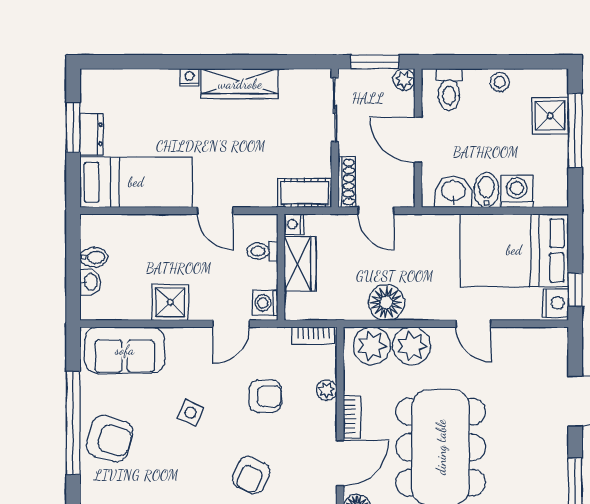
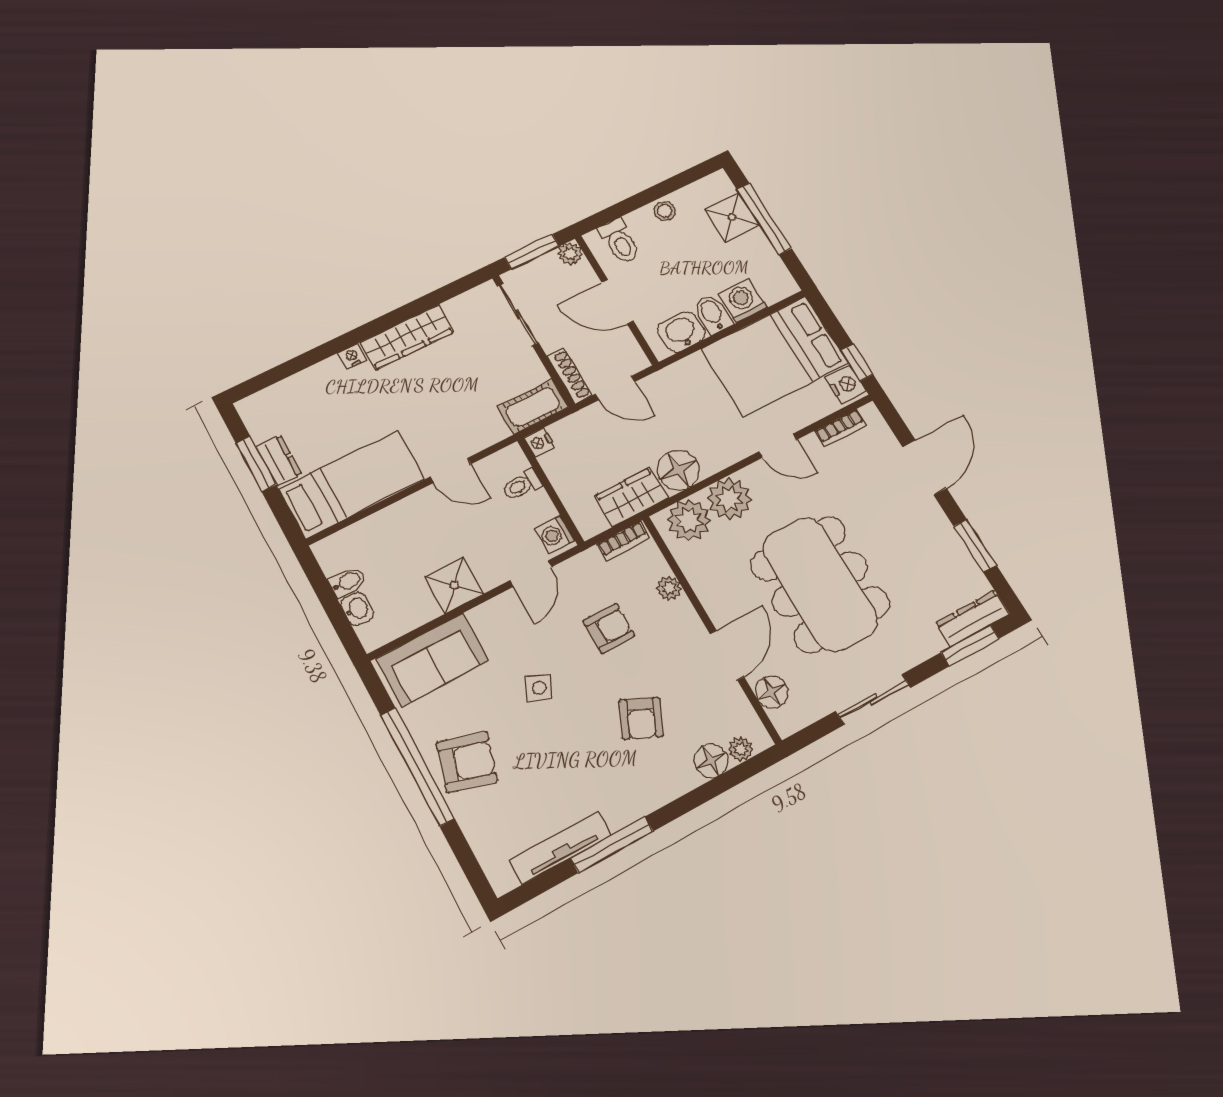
wardrobe: (300, 264) -> (631, 497), moved, turned -90
bookcase: (352, 417) -> (841, 428), moved, turned 90

